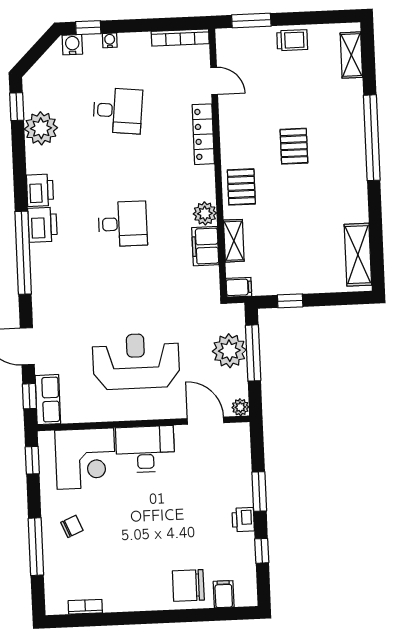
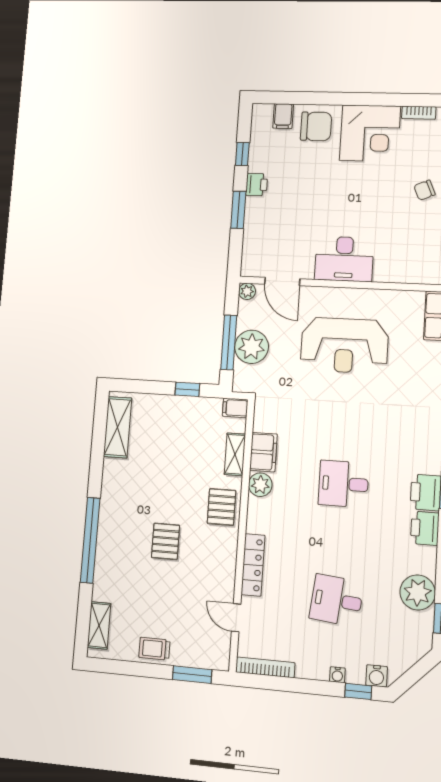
corner desk: (85, 459) -> (370, 133), moved, turned 180

